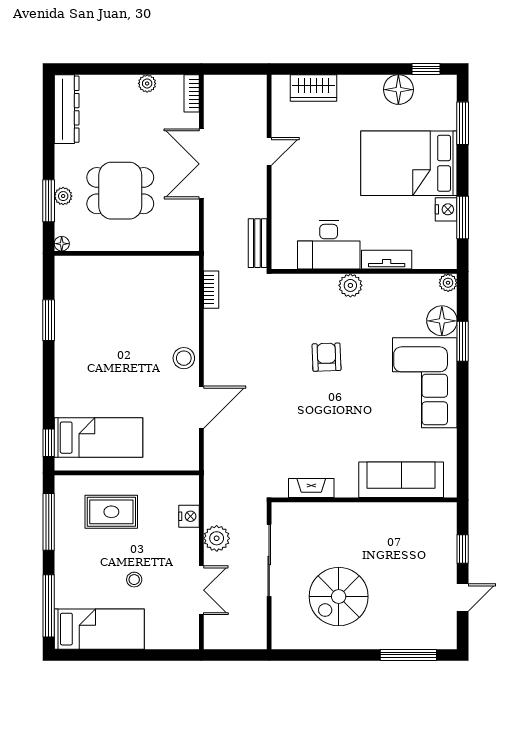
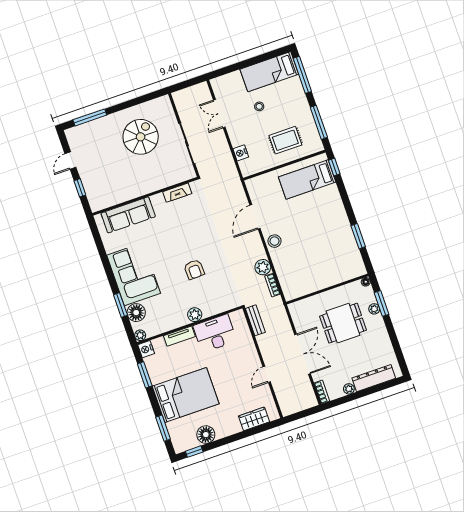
dresser: (67, 109) -> (374, 378), moved, turned 90
nightstand: (446, 209) -> (146, 349), moved
plant: (217, 538) -> (263, 267), moved

